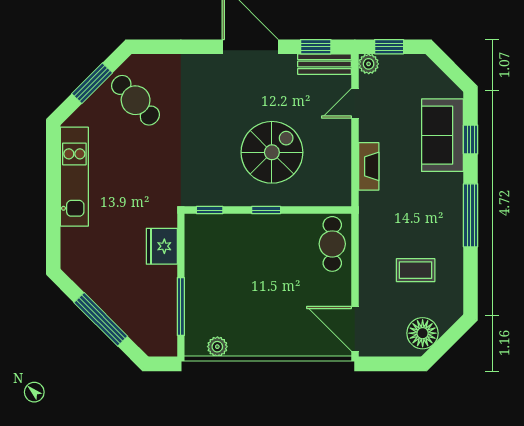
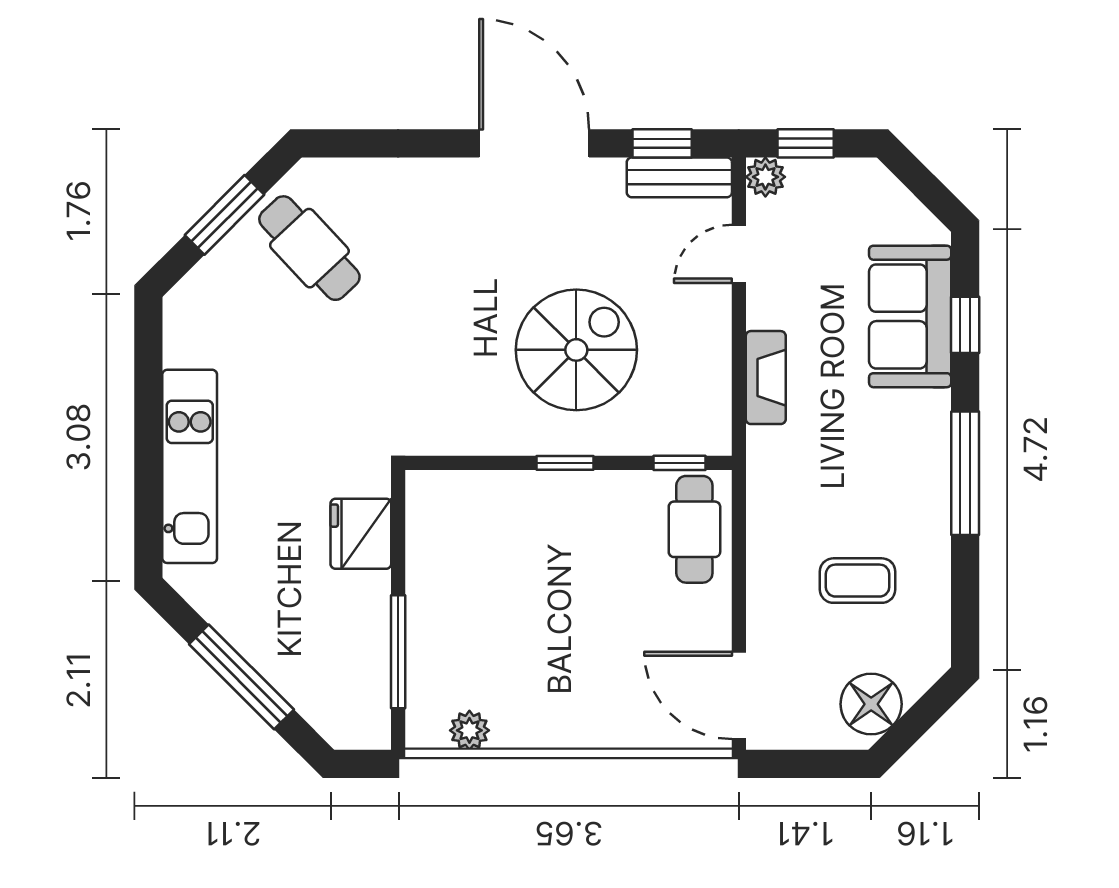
kitchen unit: (74, 177) -> (190, 466), moved
window: (210, 210) -> (679, 463), moved

